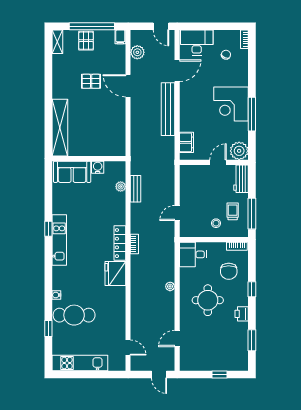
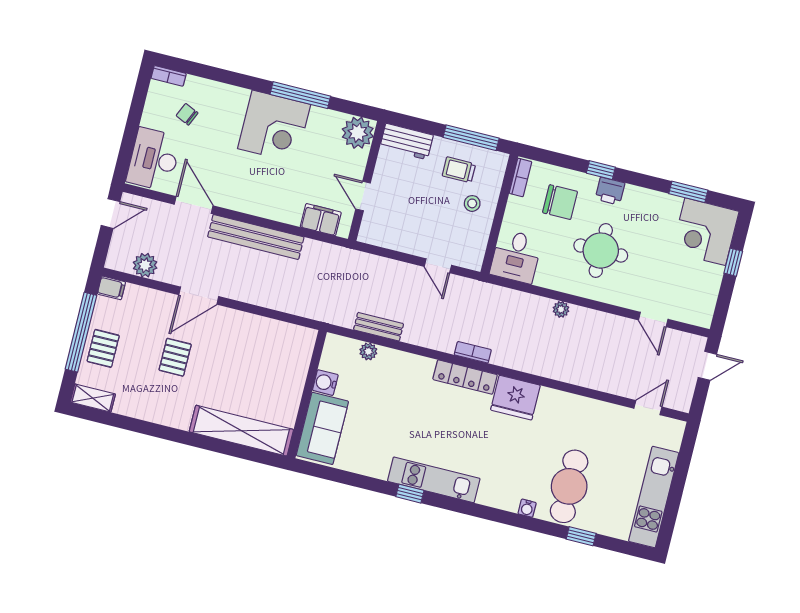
pallet: (86, 41) -> (103, 348), turned 90
door: (218, 162) -> (363, 196), moved
printer: (242, 314) -> (610, 191), moved
corner desk: (232, 355) -> (705, 232), added

